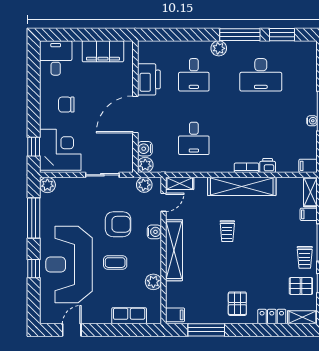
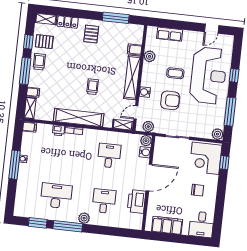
armchair: (118, 224) -> (170, 100), turned 180
filing cabinet: (175, 315) -> (135, 49), moved

